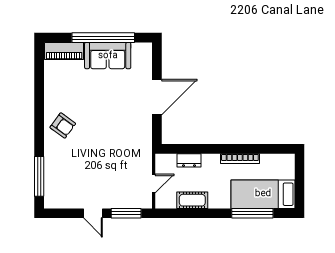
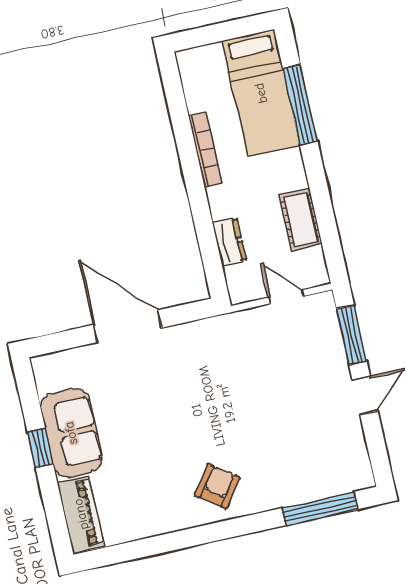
window: (103, 38) -> (40, 448), width x0.32

